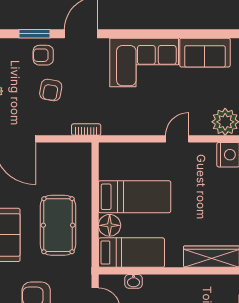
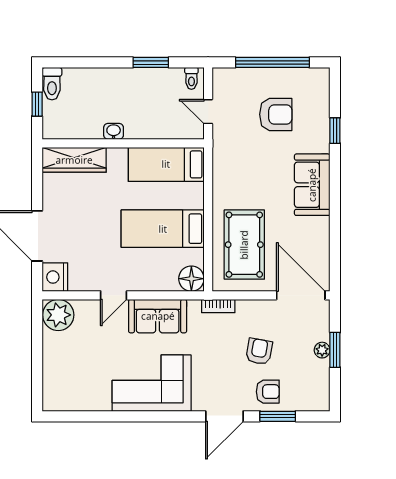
sofa: (205, 53) -> (158, 316), moved, turned 180
pool table: (58, 225) -> (244, 245), moved
floor lamp: (110, 225) -> (191, 279), moved
washbasin: (133, 281) -> (114, 131), moved

